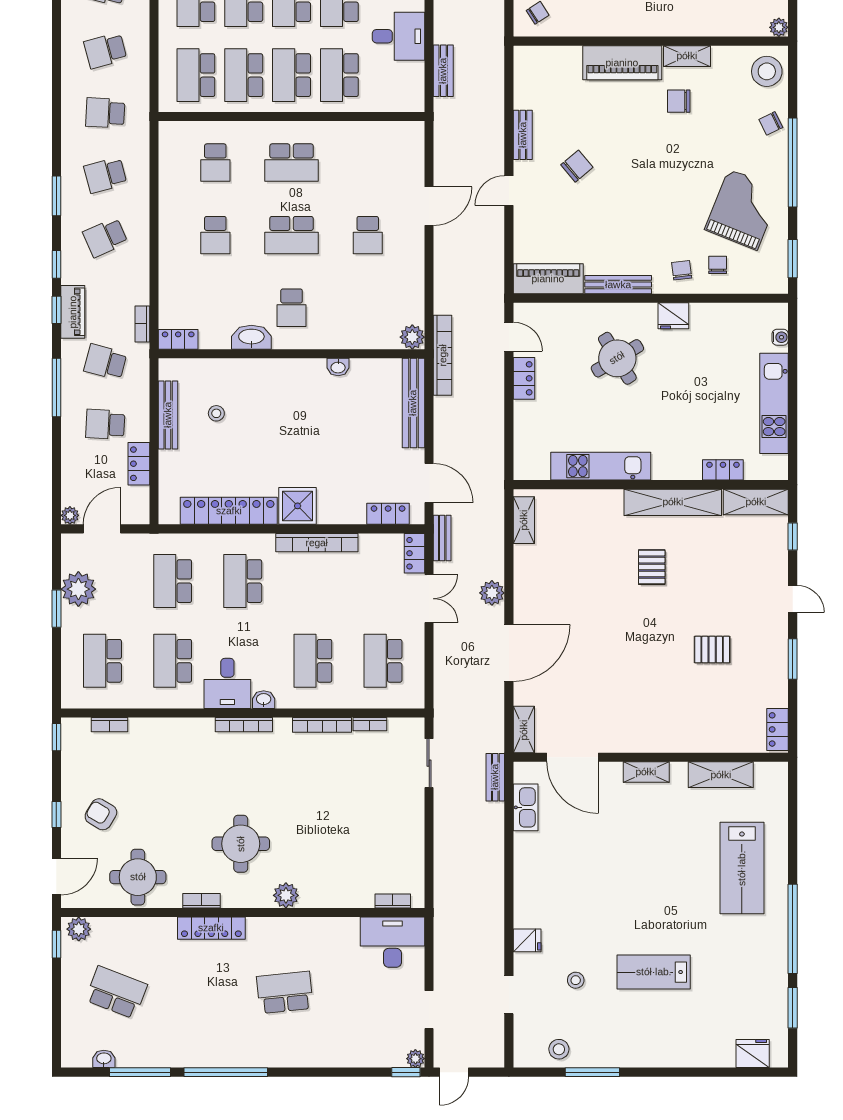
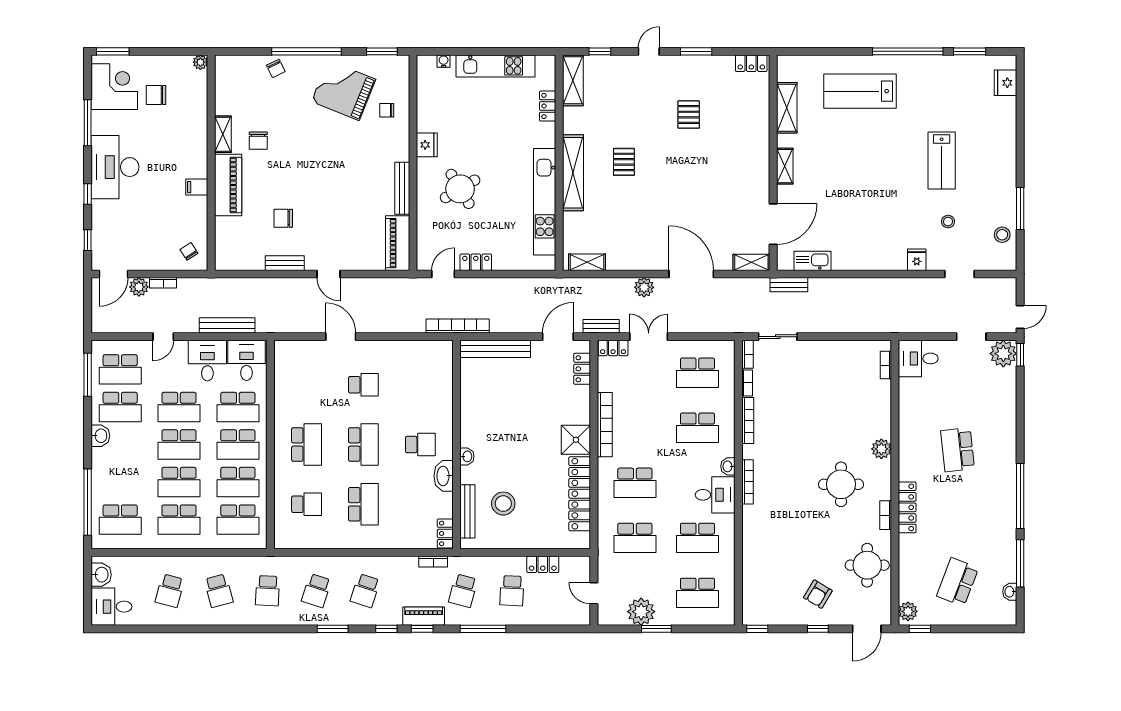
filing cabinet: (620, 23) -> (197, 187), added
bench: (443, 71) -> (227, 325), width x1.36
stool: (767, 71) -> (235, 72), removed
desk: (399, 86) -> (247, 360), added
chair: (577, 166) -> (283, 218), moved, turned -50
school desk: (105, 175) -> (316, 591), turned 33
school desk: (215, 235) -> (363, 504), width x1.85
school desk: (105, 237) -> (365, 591), turned 42
chair: (682, 270) -> (391, 138), removed
plant: (412, 337) -> (443, 350), removed
washbasin: (338, 367) -> (467, 456), moved
stool: (216, 413) -> (503, 504), width x1.89, depth x1.89
bench: (168, 415) -> (467, 511), moved, turned 90
kitchen unit: (601, 466) -> (545, 202), width x1.36
shelving: (673, 502) -> (573, 173), moved
plant: (70, 515) -> (583, 618), removed
door: (102, 529) -> (594, 593), width x0.73
pallet: (652, 567) -> (624, 162), turned 90
bookcase: (109, 725) -> (747, 354), moved
lab bench: (742, 868) -> (860, 91), turned 180
door: (56, 877) -> (867, 629), swing flipped
desk: (392, 942) -> (918, 358), width x0.73
plant: (415, 1059) -> (1003, 354), width x1.87, depth x1.87
door: (454, 1072) -> (1020, 317), hinge flipped

